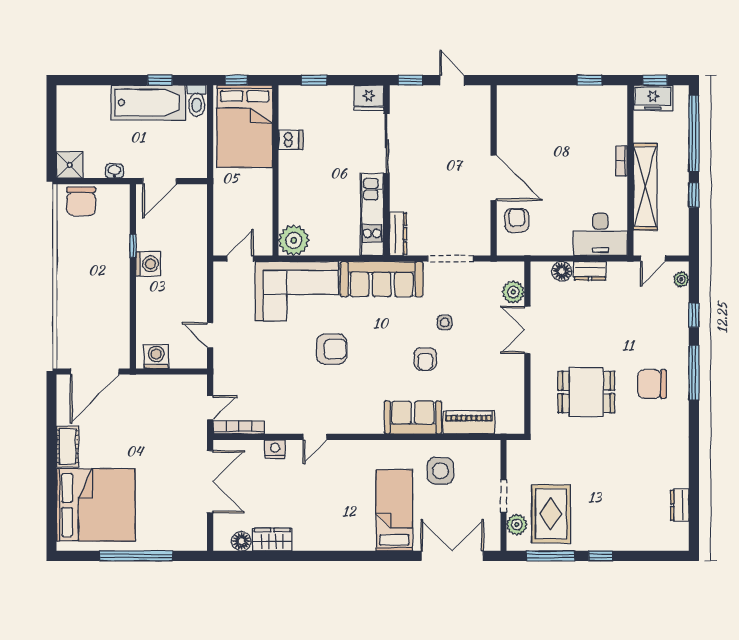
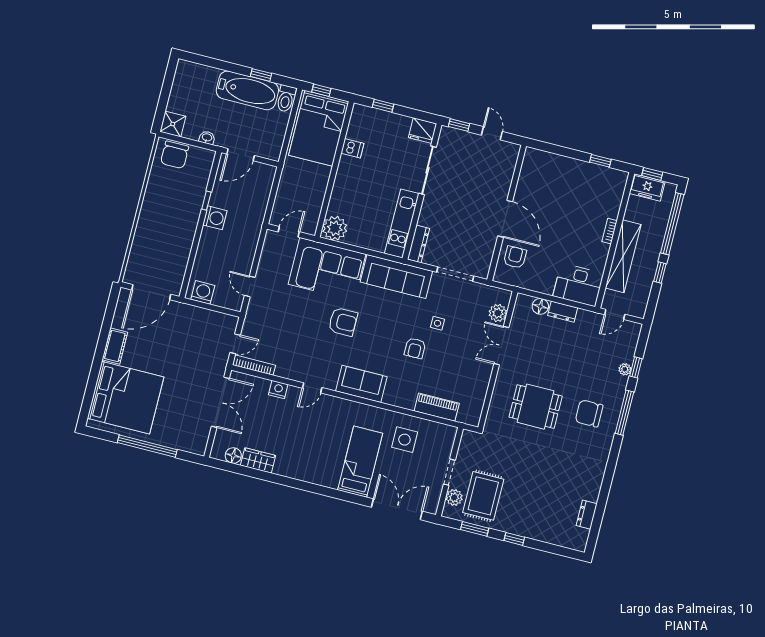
plant: (681, 279) -> (625, 369), moved
sofa: (413, 417) -> (361, 384), moved
window: (551, 556) -> (475, 529), width x0.69

